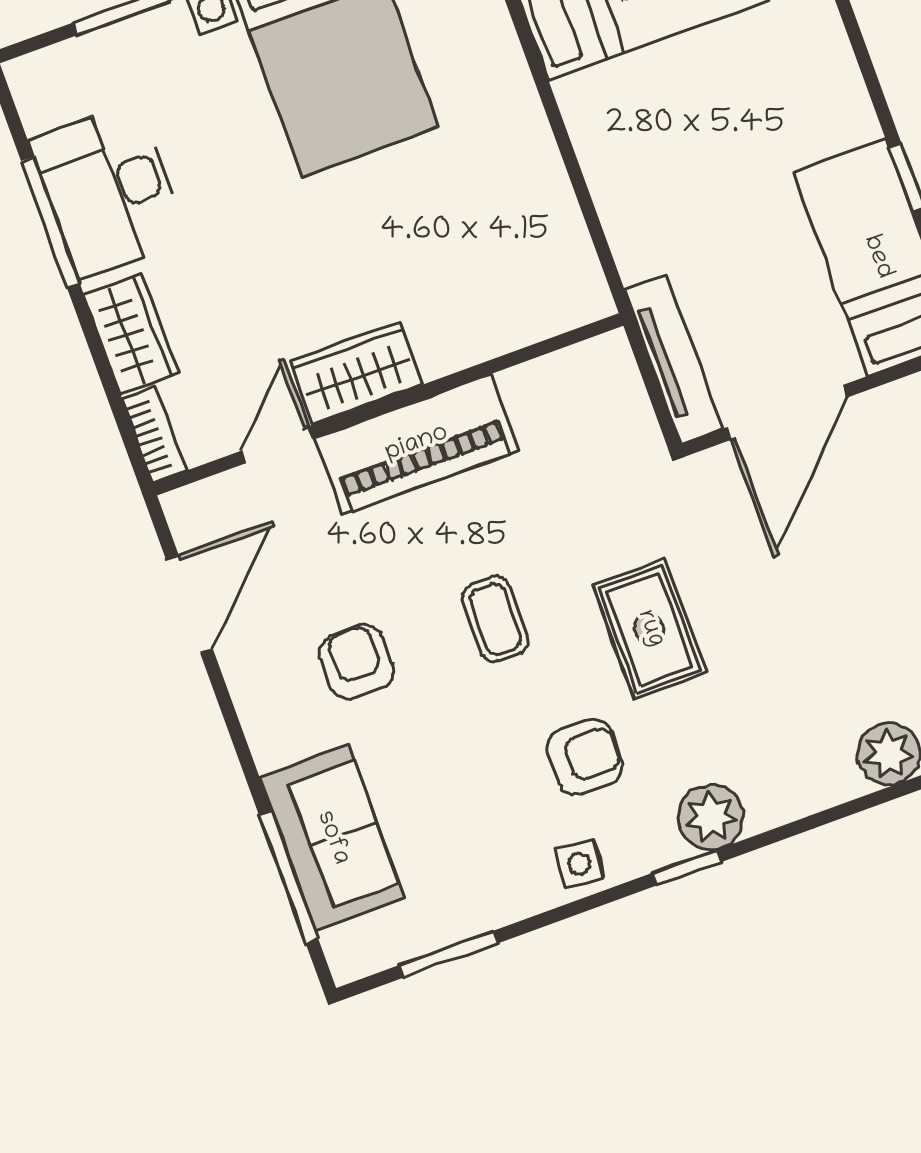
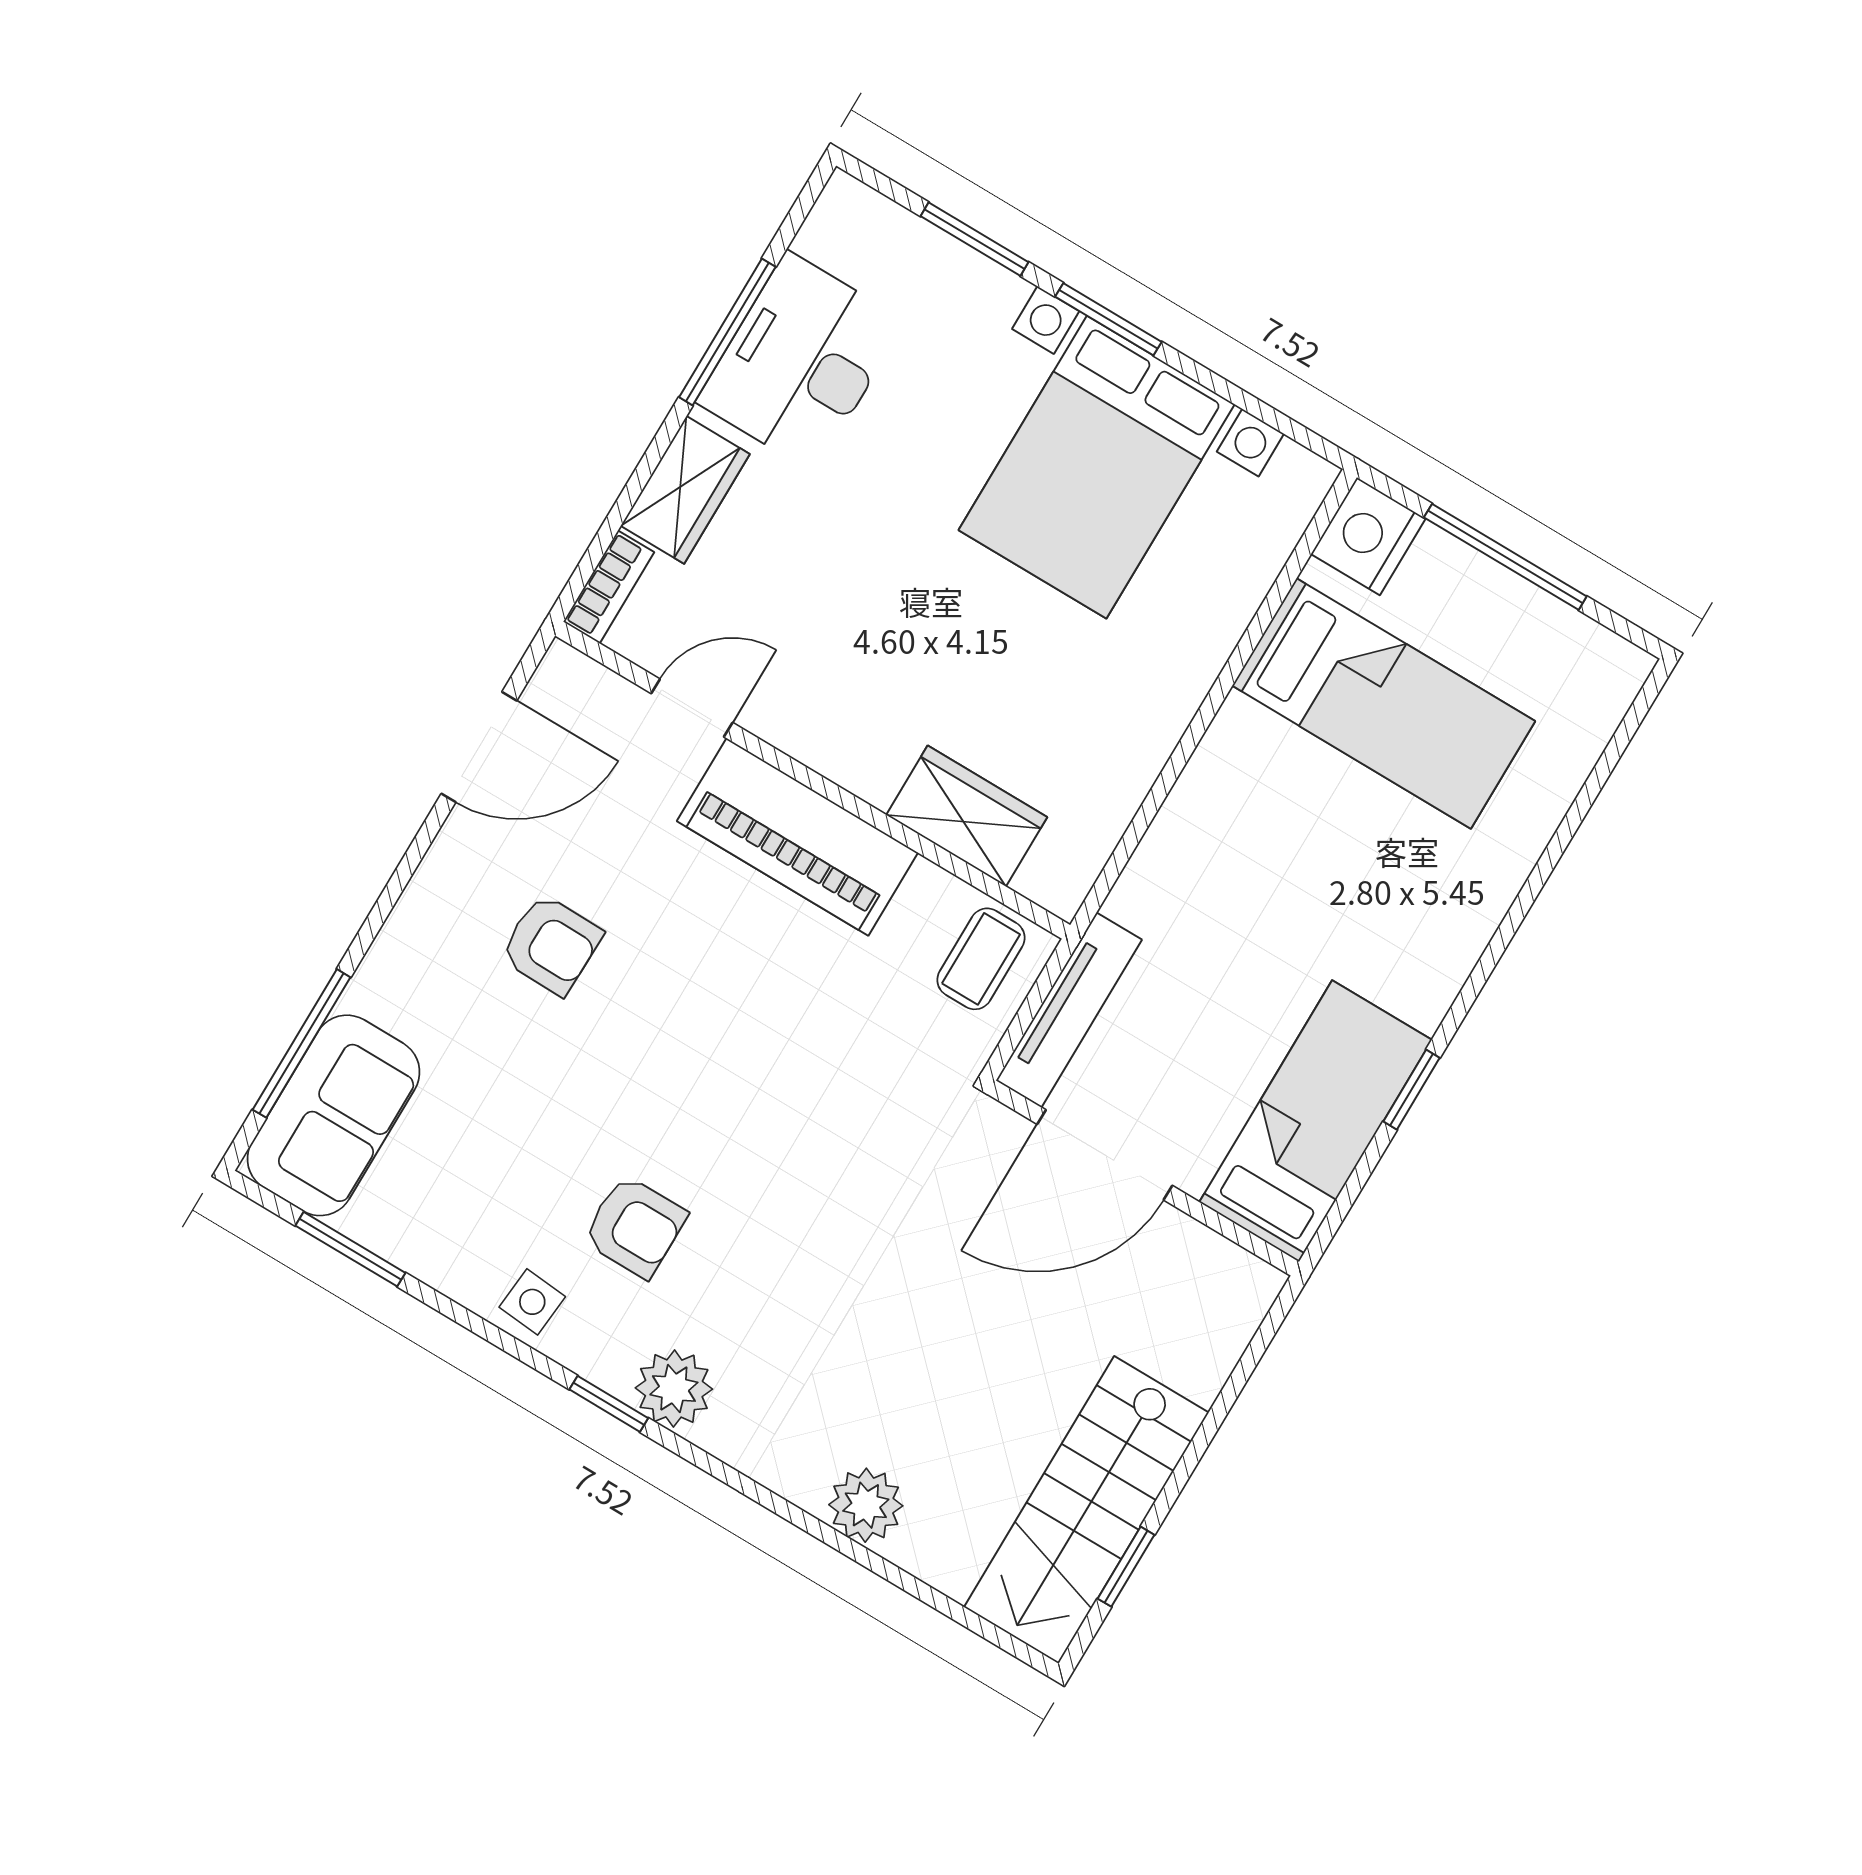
wardrobe: (356, 373) -> (967, 816), moved
coffee table: (495, 619) -> (981, 959), moved
rug: (650, 629) -> (801, 1191), removed
armchair: (357, 662) -> (551, 945), turned 91
sofa: (332, 838) -> (333, 1115), moved

